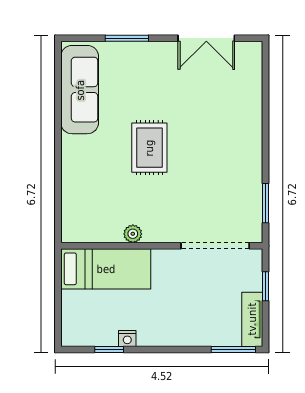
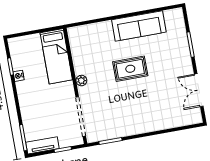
sofa: (80, 90) -> (139, 26), moved
plant: (133, 234) -> (81, 81), moved

